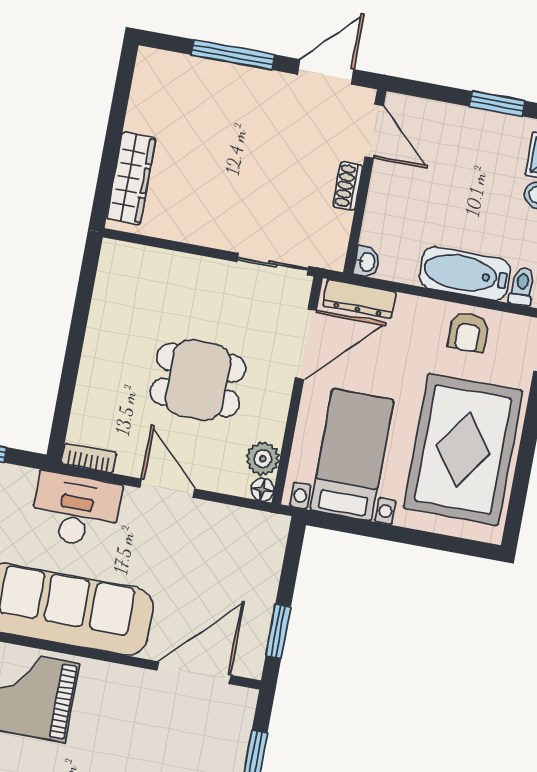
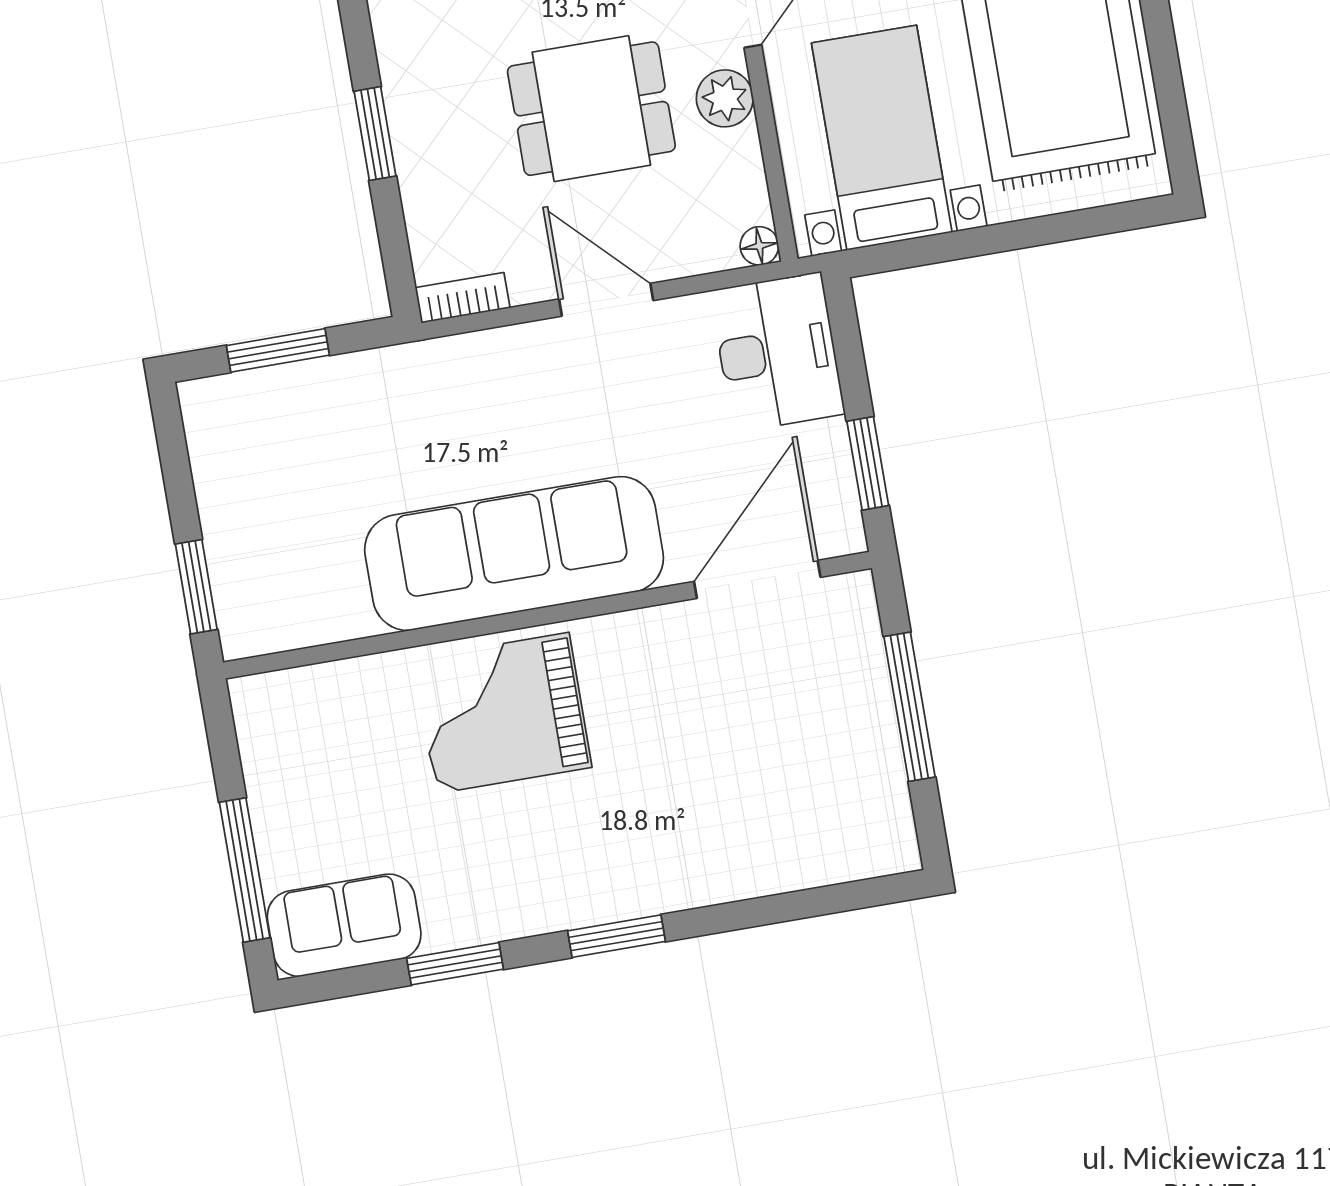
window: (74, 350) -> (375, 134), added
plant: (263, 459) -> (725, 98), moved
desk: (76, 510) -> (777, 352), moved, turned 90

